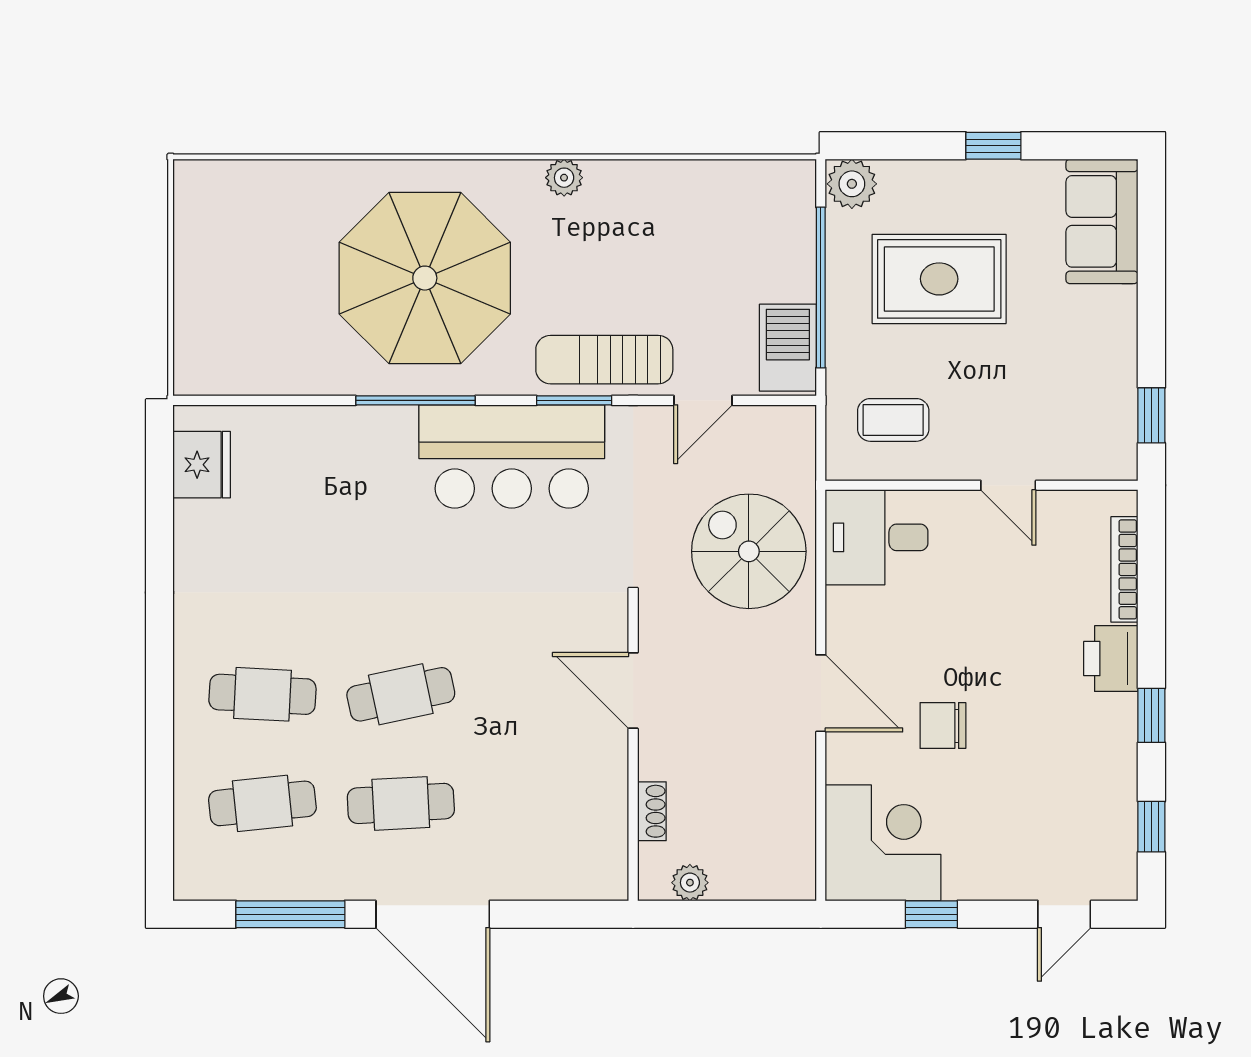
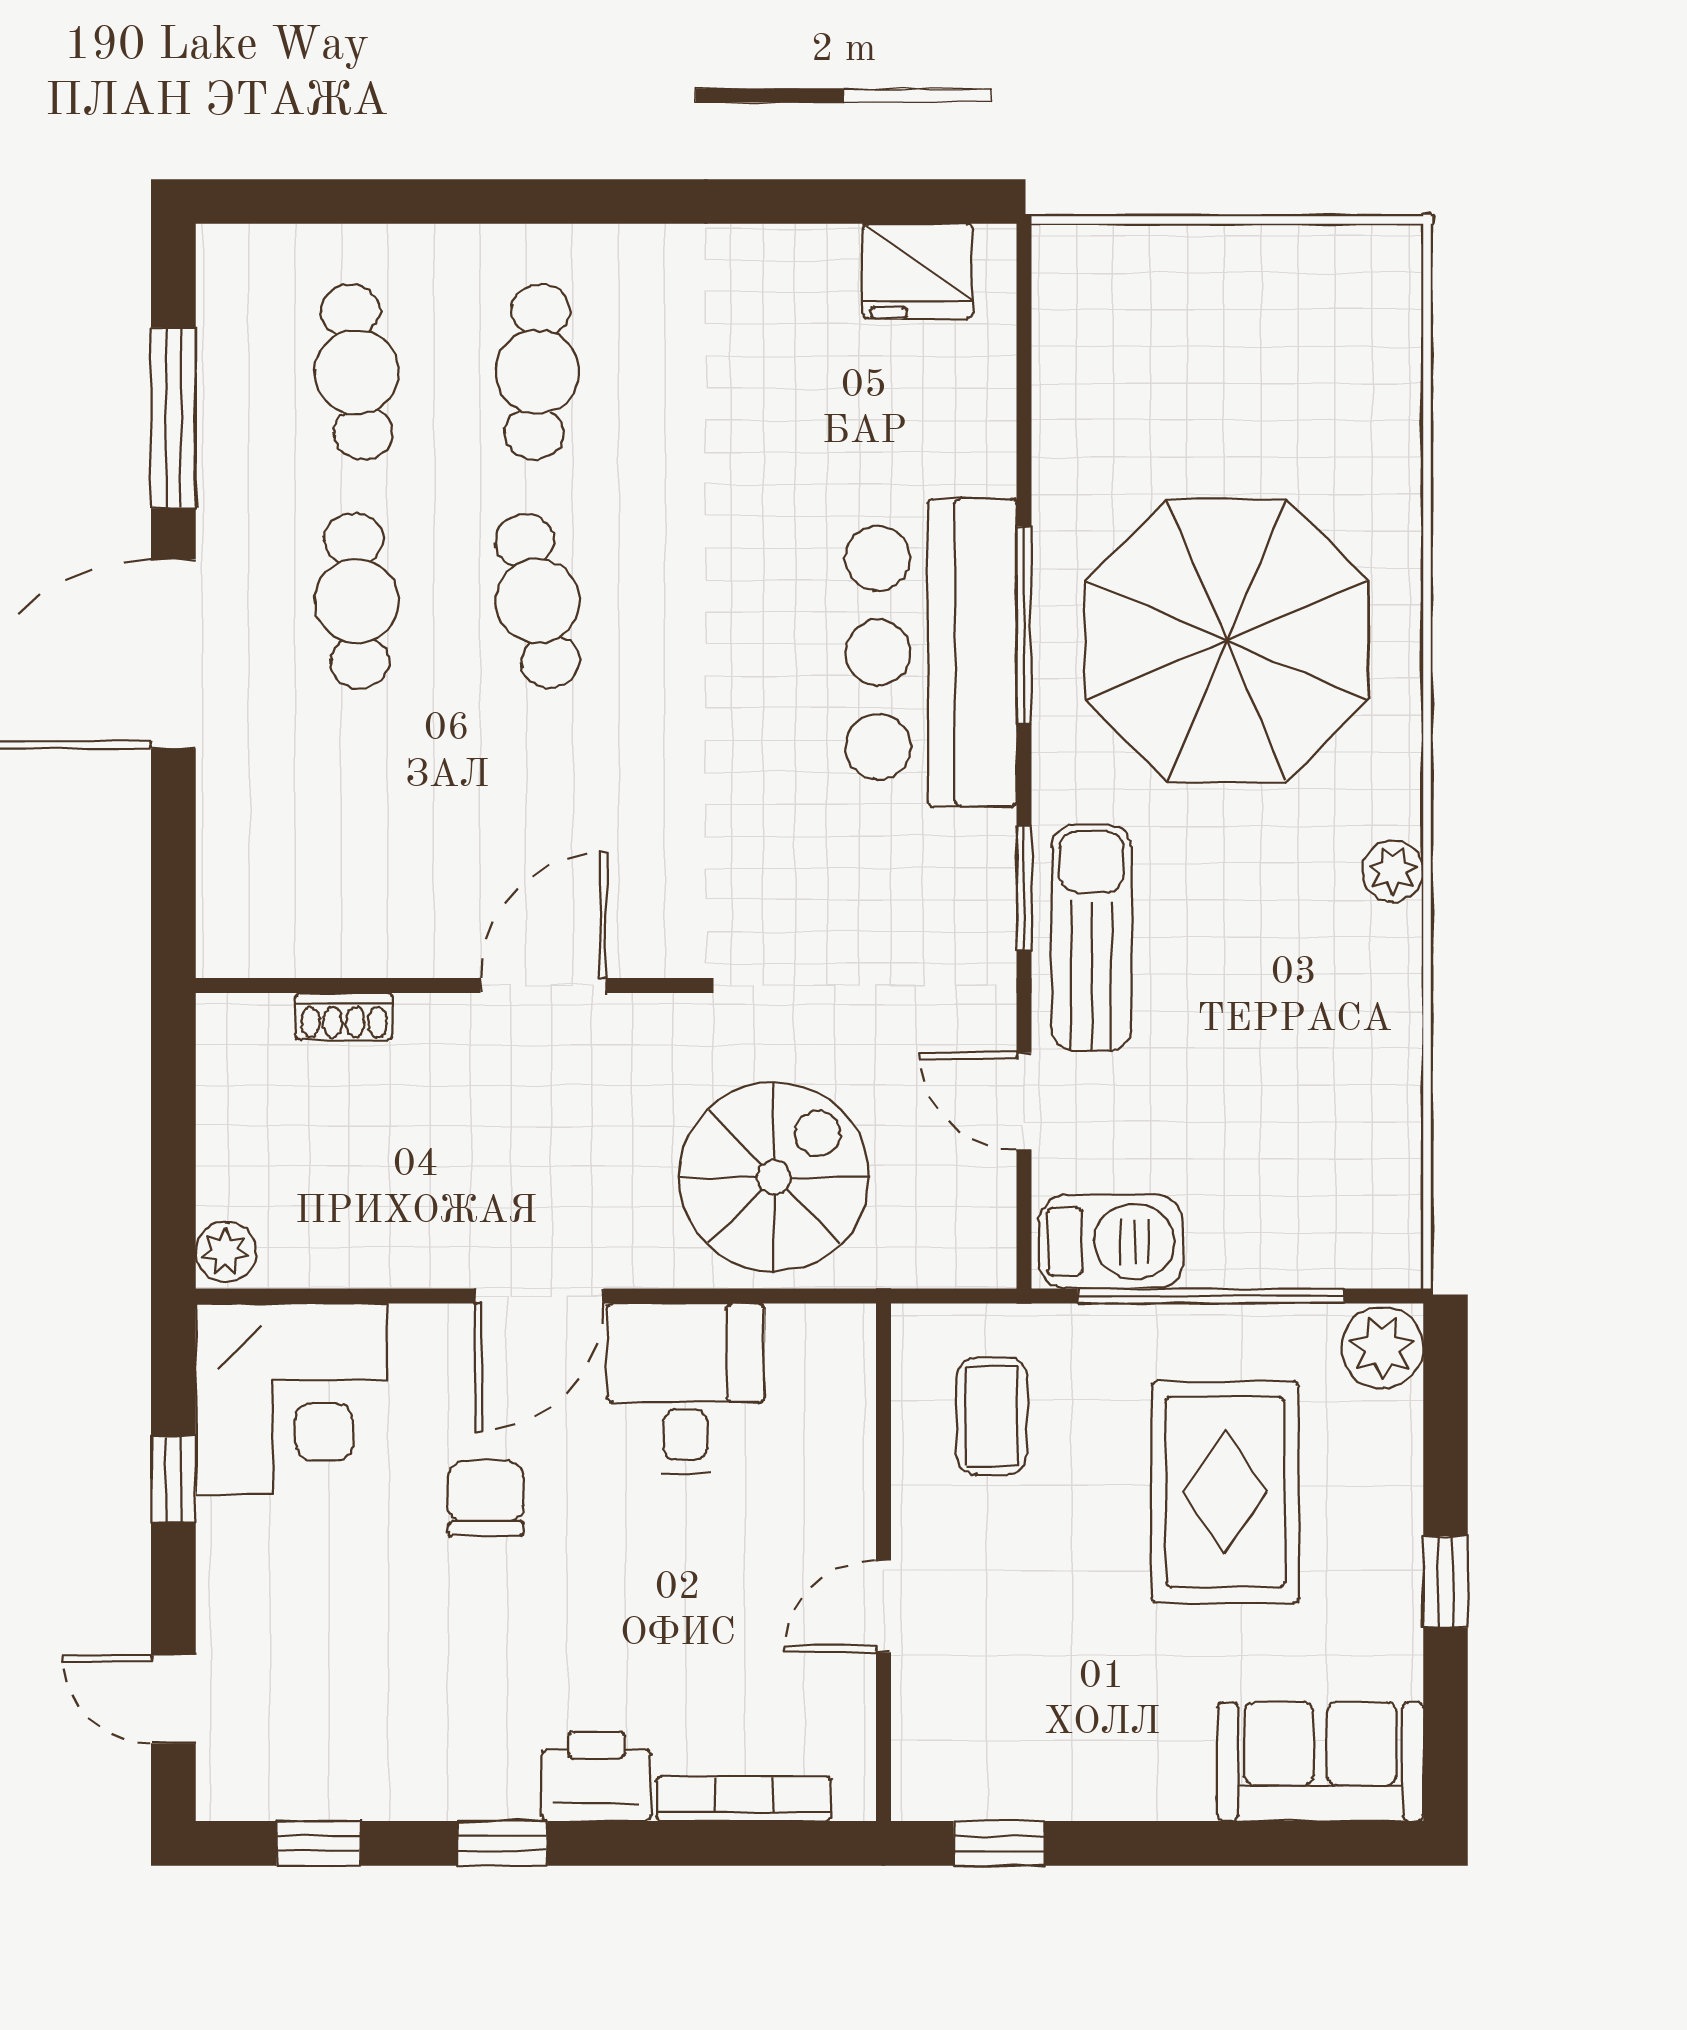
bar counter: (512, 457) -> (931, 653), moved
desk: (877, 537) -> (686, 1388), moved
plant: (690, 883) -> (226, 1252), moved

